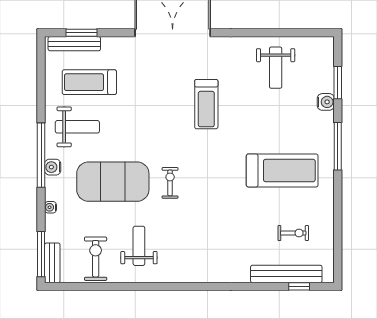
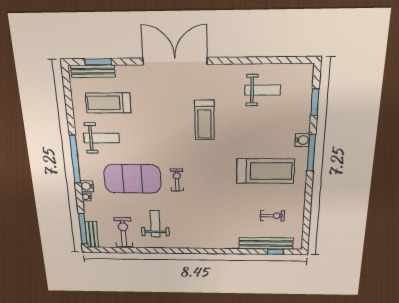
weight bench: (276, 68) -> (263, 90), turned -90
water cooler: (326, 102) -> (302, 140), moved
water cooler: (53, 167) -> (87, 186), moved

